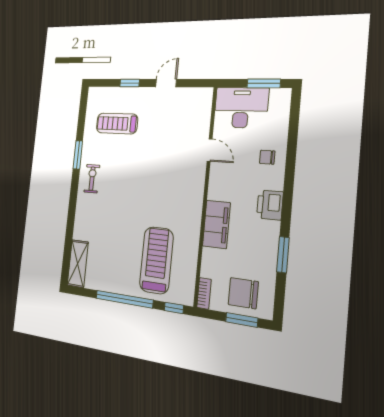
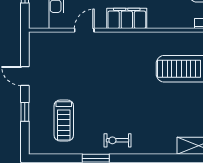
filing cabinet: (216, 224) -> (127, 18), moved

